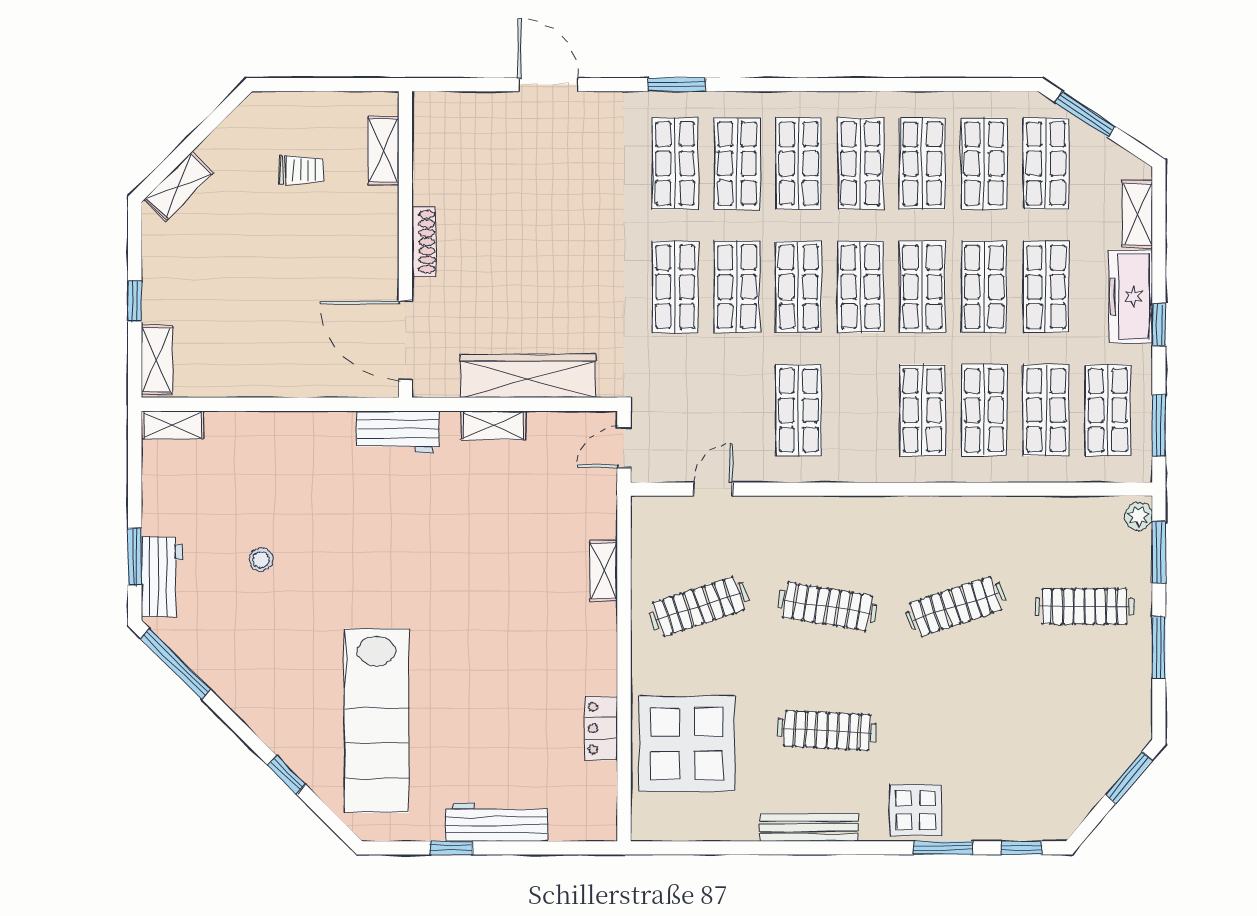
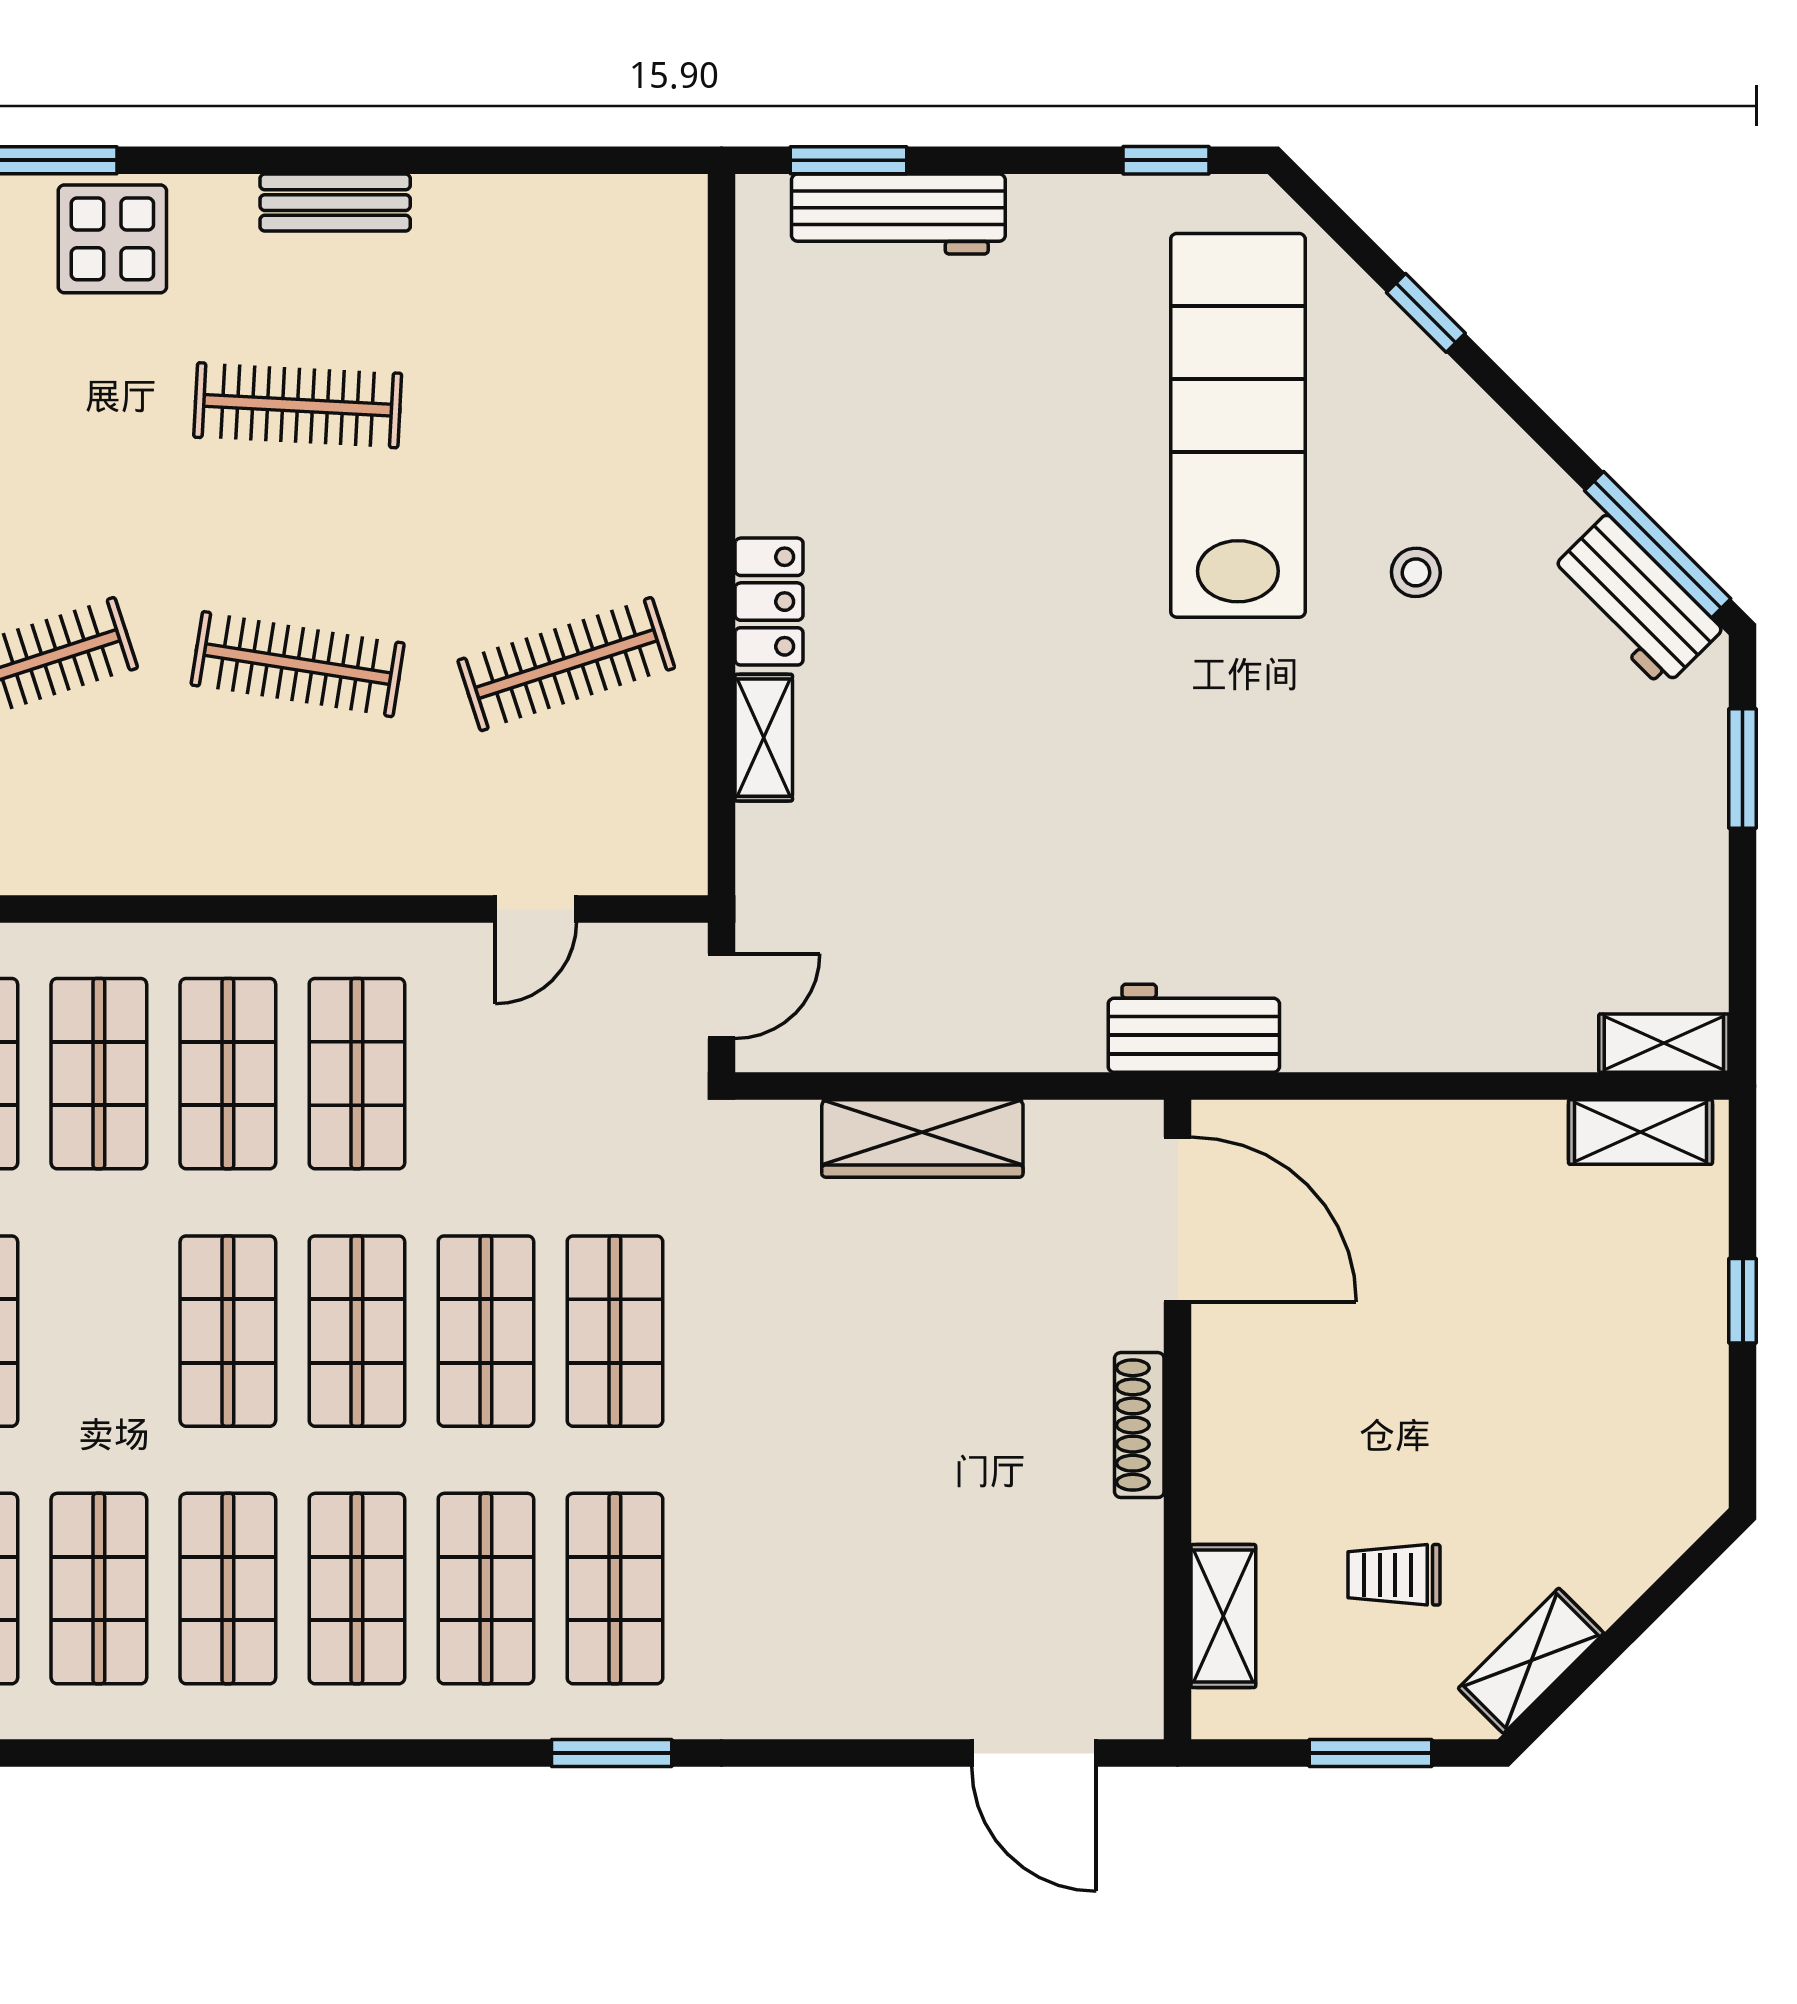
window: (313, 85) -> (1371, 1753), added
door: (548, 85) -> (1034, 1753), moved
shelving: (179, 186) -> (1531, 1661), moved
shop shelf: (922, 287) -> (228, 1074), moved
shelving: (157, 360) -> (1640, 1132), moved, turned 90
wardrobe: (528, 376) -> (922, 1138), width x0.71, depth x0.85
shelving: (493, 425) -> (994, 1042), removed
stool: (261, 560) -> (1416, 572), moved
workbench: (162, 577) -> (1635, 601), moved, turned -45
locker: (601, 728) -> (769, 602), moved
display table: (687, 744) -> (591, 378), removed
workbench: (496, 822) -> (898, 214), moved
bench: (809, 828) -> (335, 203), width x0.73
window: (451, 848) -> (1166, 160), moved
window: (563, 848) -> (849, 160), added

